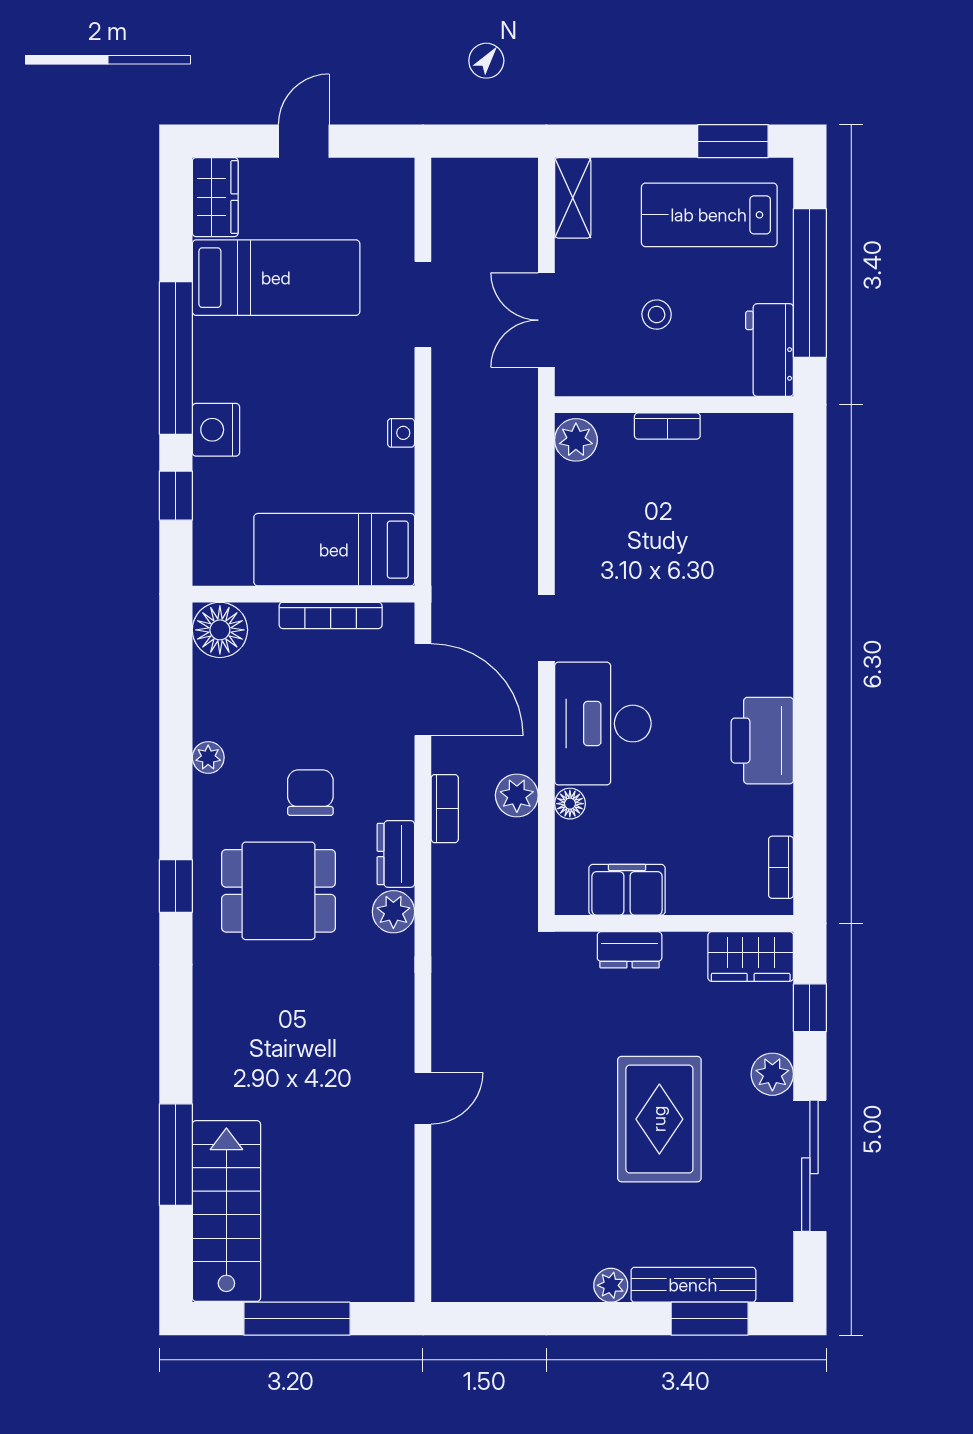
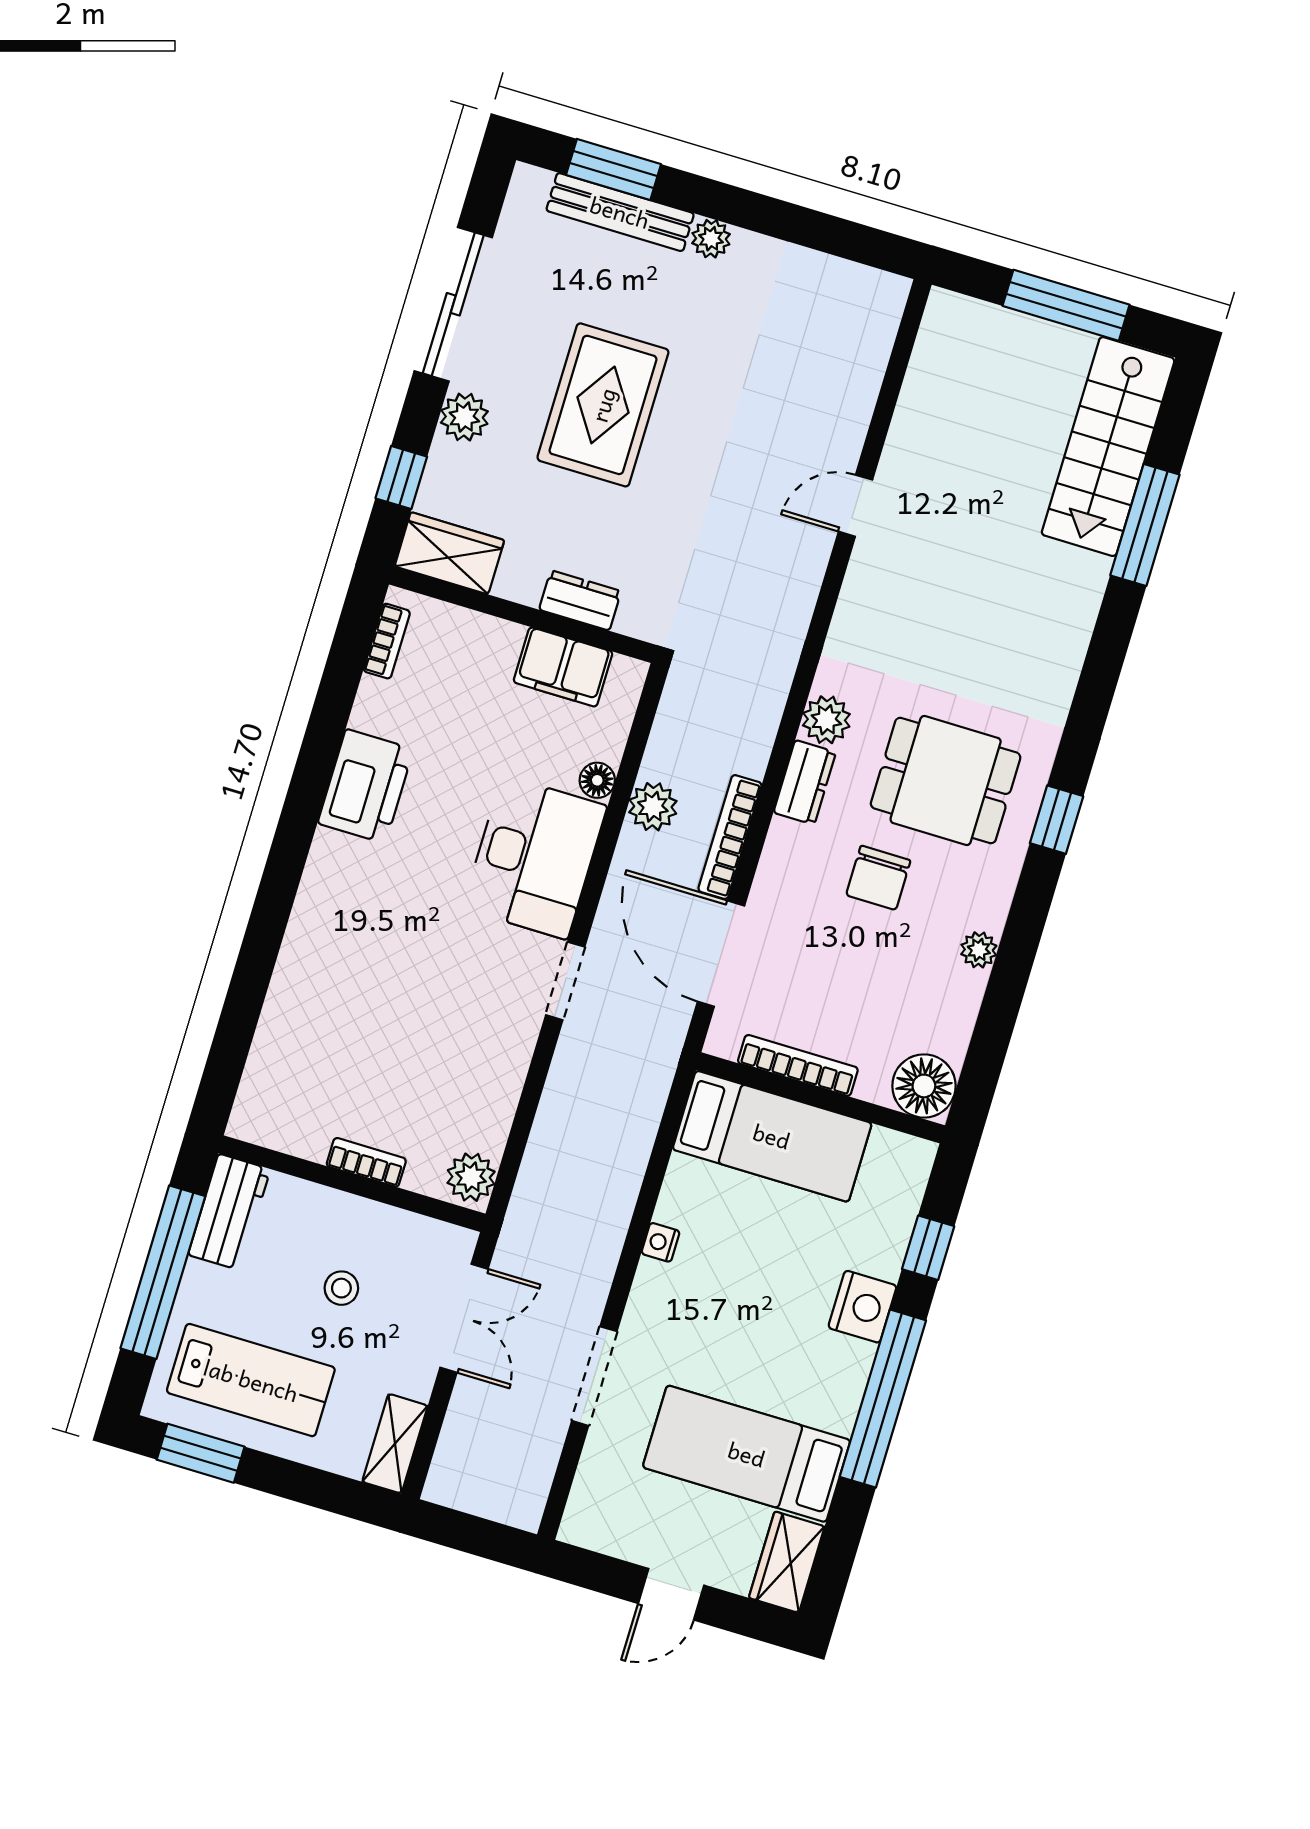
bookcase: (445, 809) -> (730, 837), width x1.56

